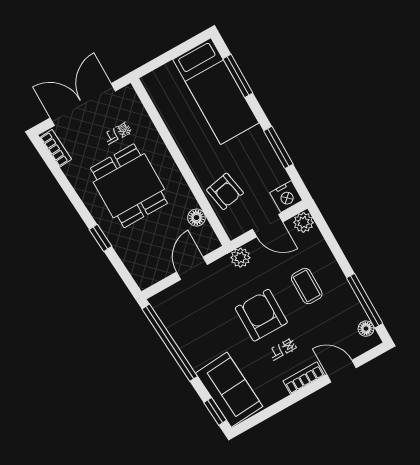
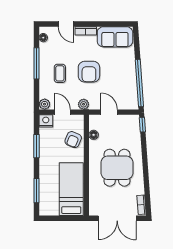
bed: (216, 91) -> (71, 189), moved
armchair: (225, 191) -> (73, 140), turned -146
window: (101, 238) -> (142, 125), moved
door: (192, 268) -> (109, 112), swing flipped
window: (365, 301) -> (36, 63), moved
sofa: (229, 390) -> (115, 37), moved, turned -86
window: (215, 411) -> (136, 39), removed

